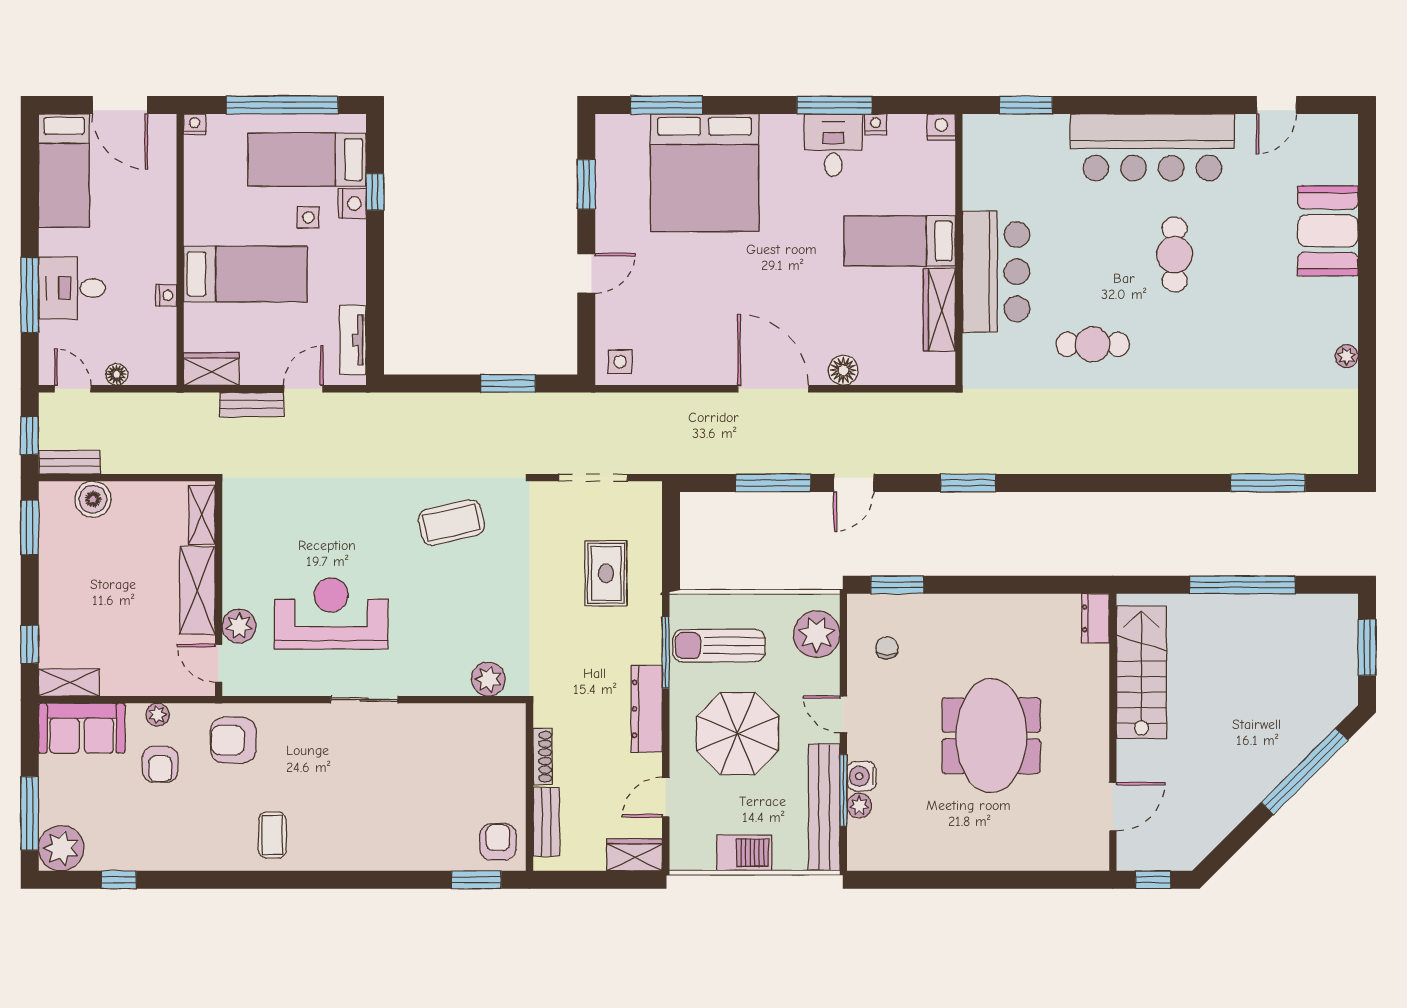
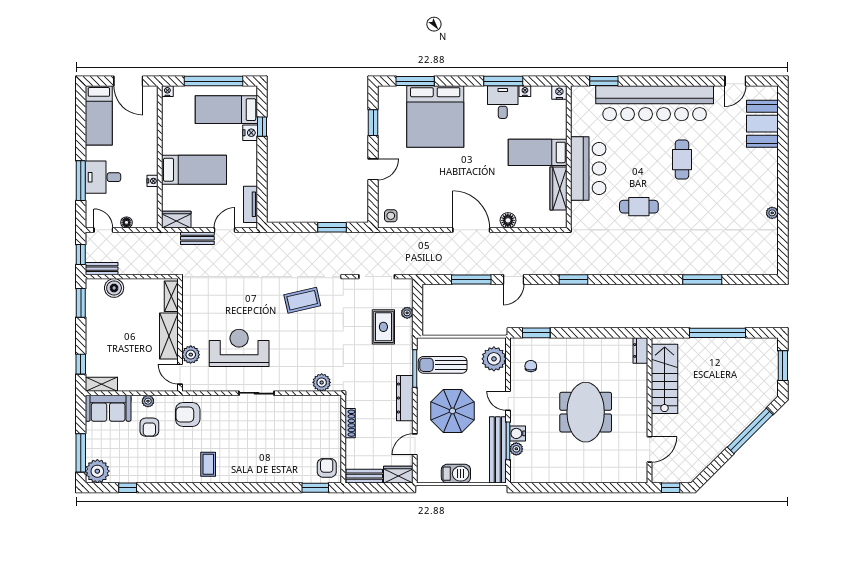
bar counter: (1152, 147) -> (655, 103), width x1.36
side table: (308, 217) -> (227, 140), removed
booth: (1328, 231) -> (762, 124), moved
window: (1268, 483) -> (702, 279), moved
plant: (651, 547) -> (407, 313), added
bench: (546, 822) -> (364, 476), moved, turned 90

